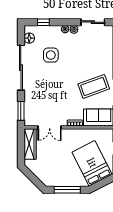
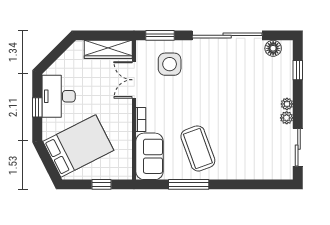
side table: (51, 55) -> (170, 64), moved
desk: (60, 176) -> (59, 96), added
window: (67, 190) -> (37, 107), width x0.46

